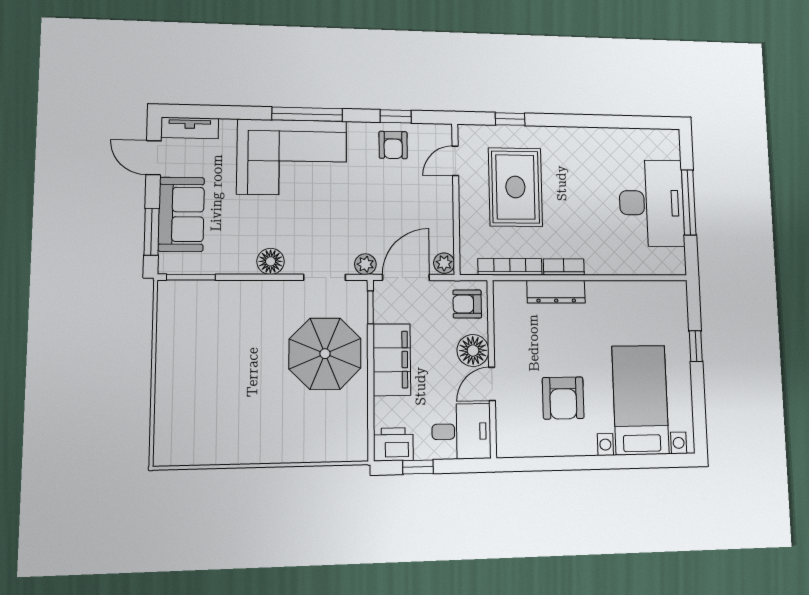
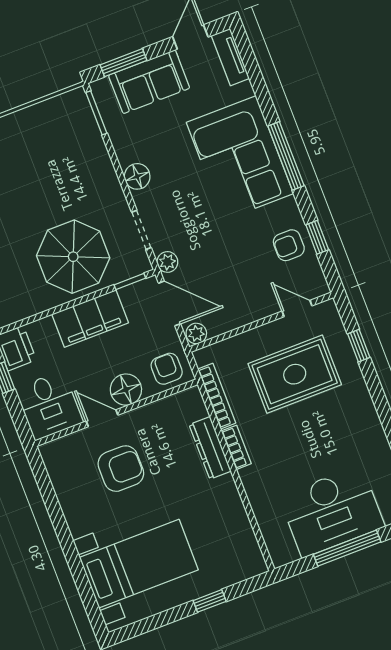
armchair: (563, 398) -> (121, 469), moved, turned 180

